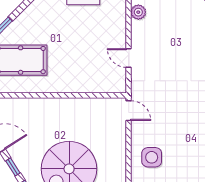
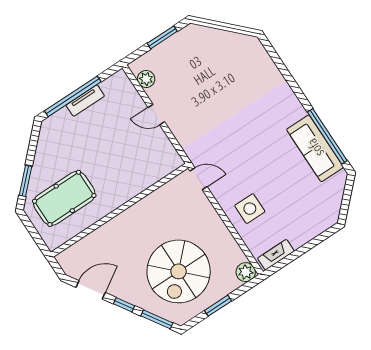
door: (129, 58) -> (156, 115), moved

